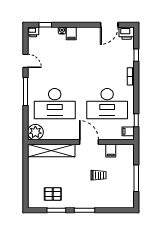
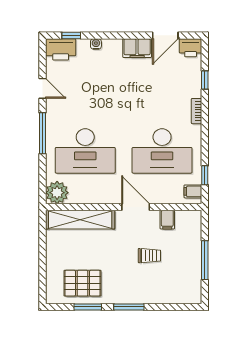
printer: (33, 32) -> (61, 49), width x1.87, depth x1.48
filing cabinet: (71, 33) -> (137, 48), moved, width x2.00
pallet: (53, 194) -> (82, 283), width x1.50, depth x1.42

